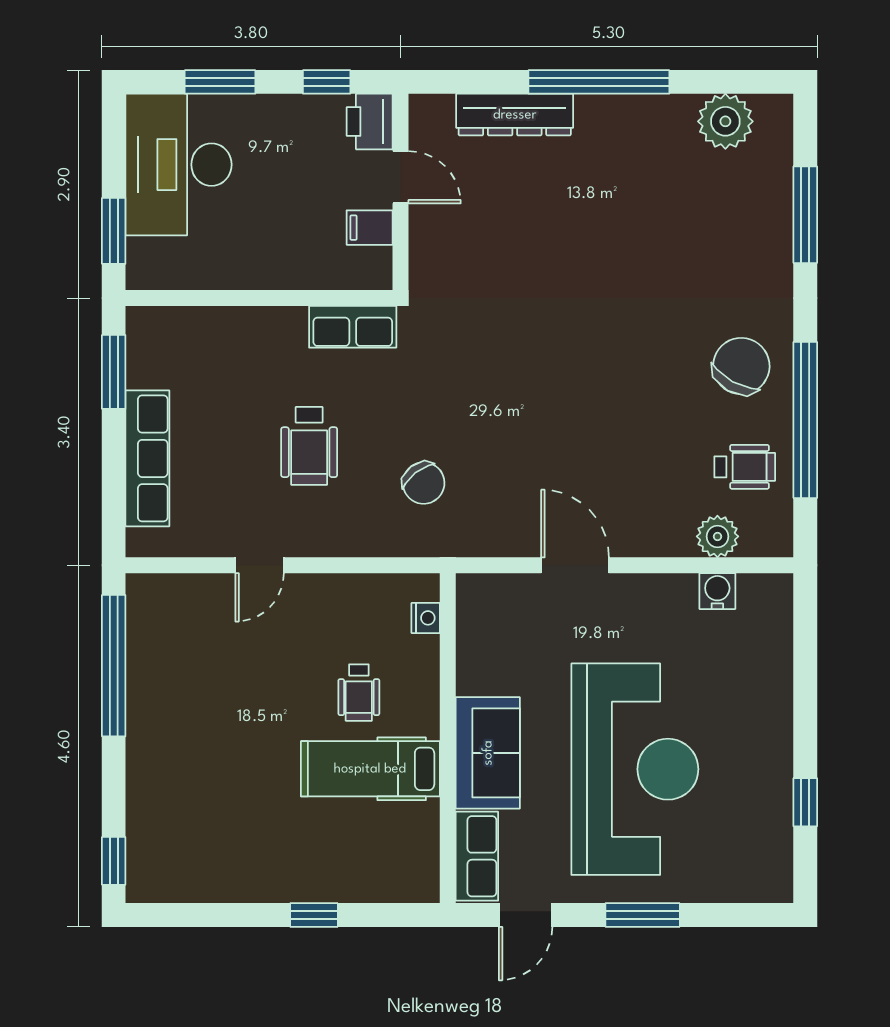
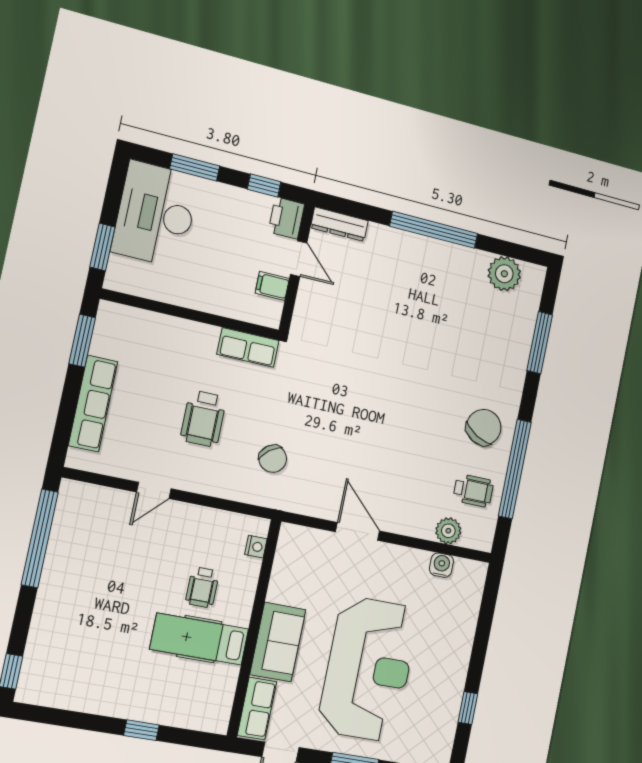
dresser: (515, 115) -> (339, 224), moved, width x0.73, depth x0.80

